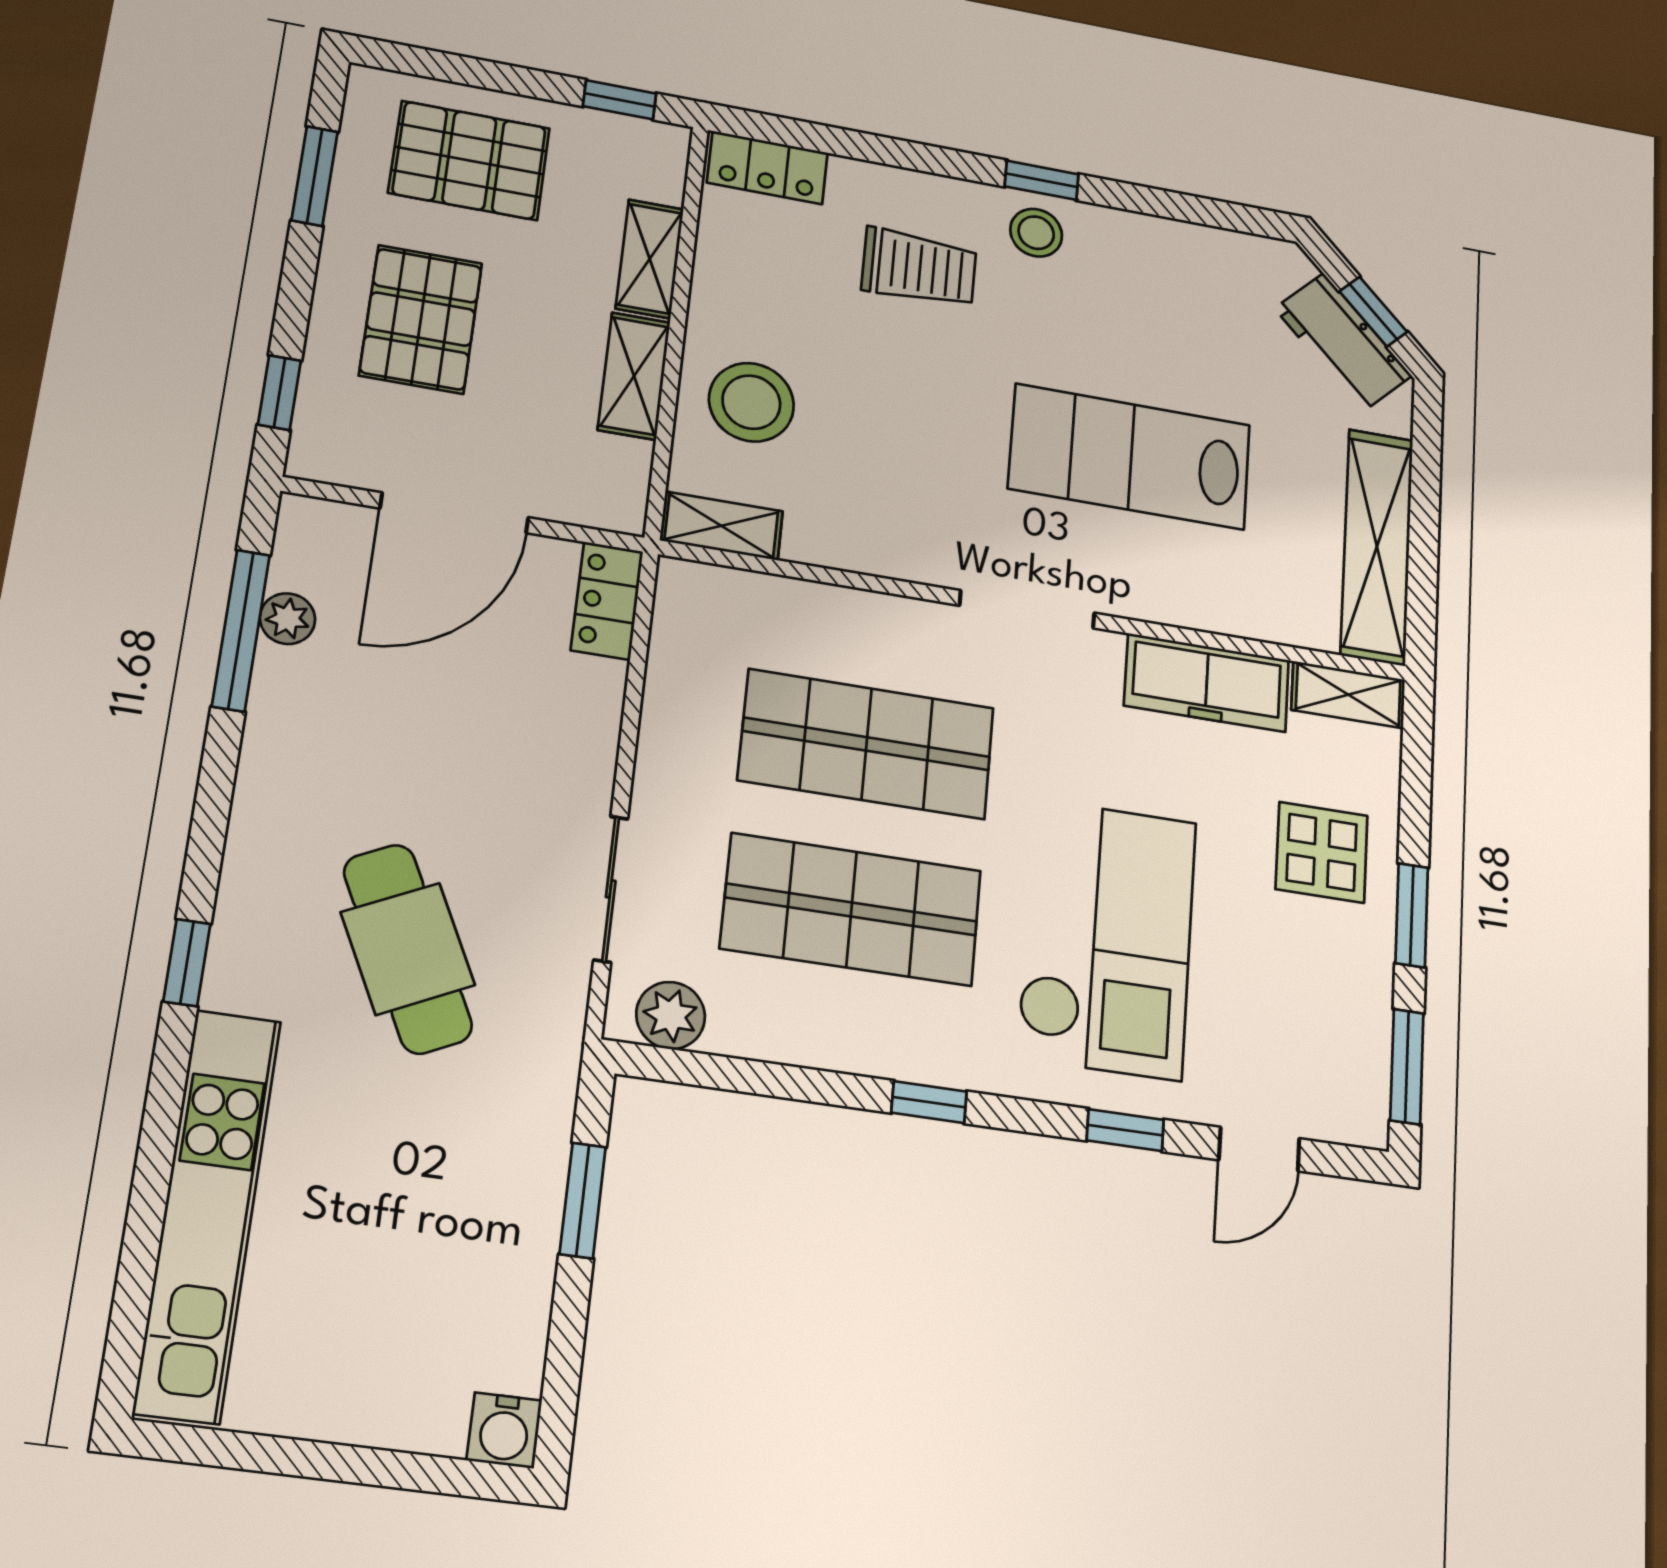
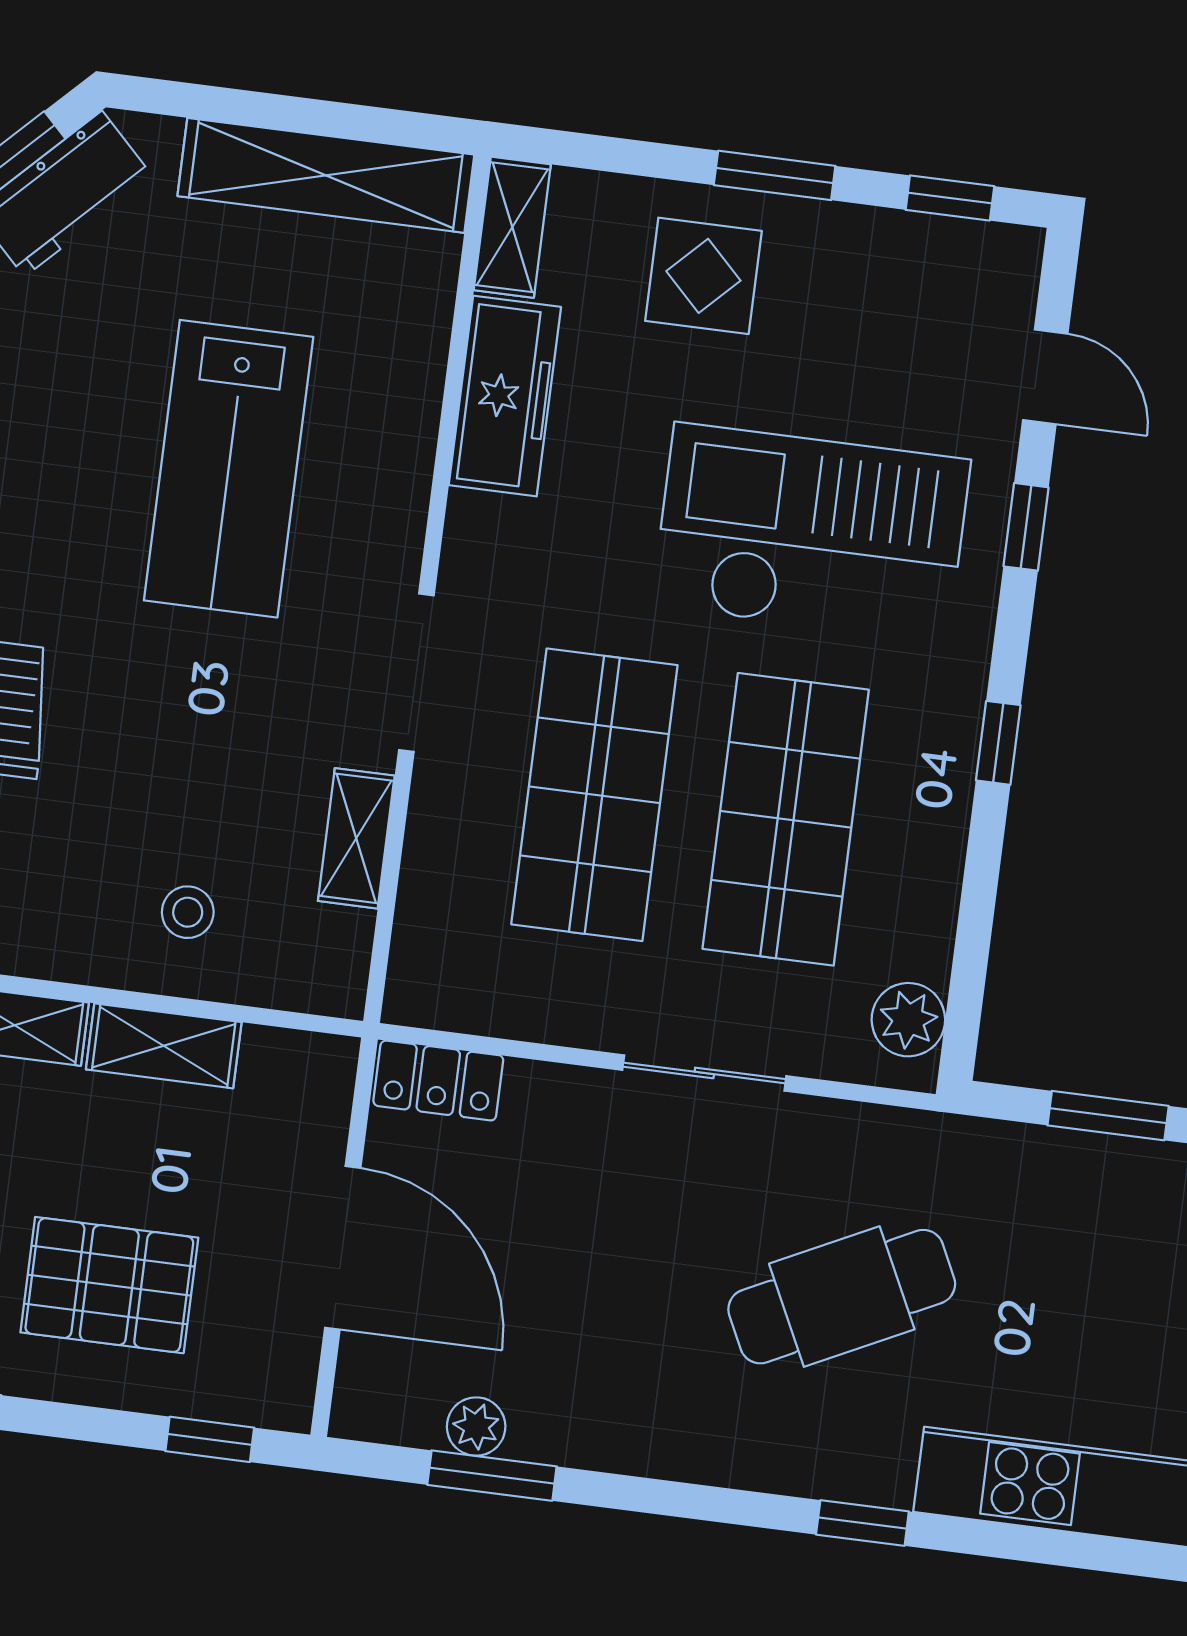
stool: (751, 402) -> (188, 912), width x0.53, depth x0.53
shelving: (721, 526) -> (356, 838), moved
doorway: (1027, 609) -> (416, 673), moved
window: (241, 630) -> (492, 1476), width x0.69
sliding door: (611, 889) -> (704, 1073), moved
window: (1407, 1067) -> (950, 198), width x0.67

